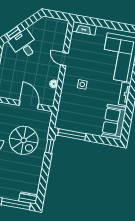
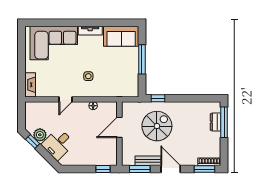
plant: (35, 29) -> (40, 135), added
window: (13, 33) -> (33, 142), moved
window: (72, 134) -> (142, 59), moved
dresser: (28, 198) -> (216, 122), moved

